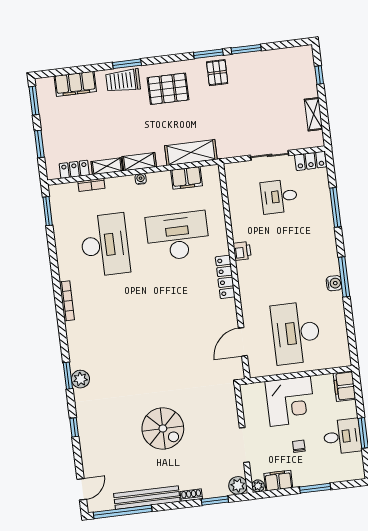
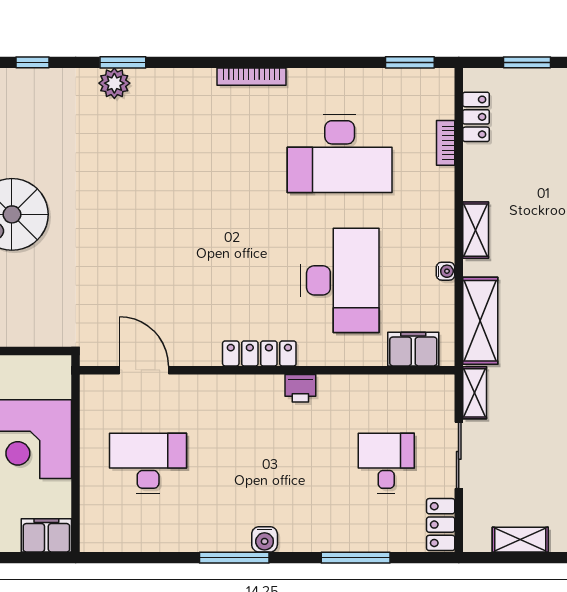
shelving: (107, 166) -> (475, 393), moved
filing cabinet: (186, 178) -> (413, 349), moved, turned 90
water cooler: (141, 179) -> (446, 271), moved
water cooler: (334, 283) -> (265, 539), moved
desk: (296, 333) -> (148, 463), width x0.73, depth x0.77

